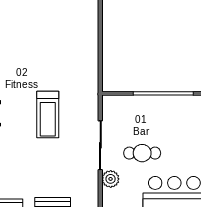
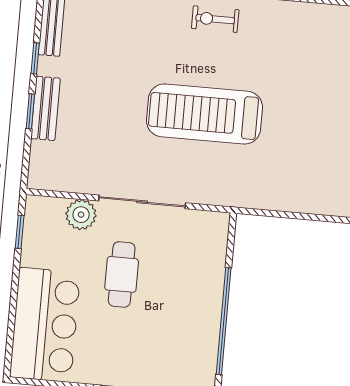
treadmill: (48, 115) -> (205, 114), width x1.37, depth x1.38

